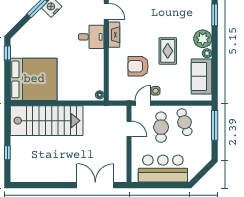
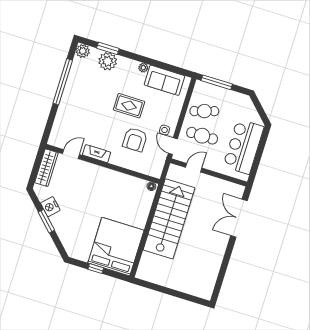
desk: (91, 37) -> (92, 177), removed
plant: (203, 39) -> (108, 61), moved
window: (7, 53) -> (96, 269), moved
stairs: (47, 121) -> (169, 219), moved
window: (7, 153) -> (180, 295), removed

